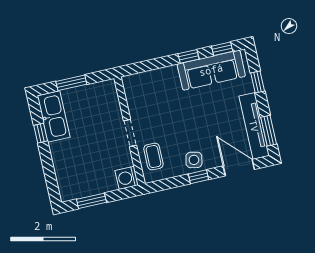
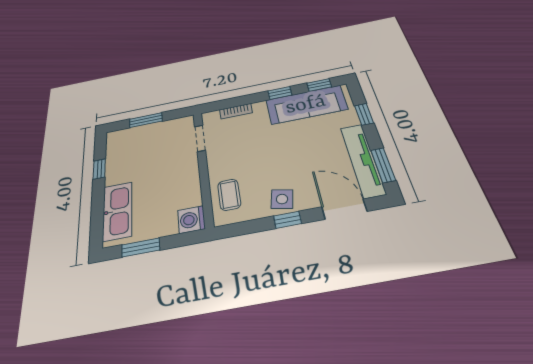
bookcase: (151, 75) -> (236, 111), added
kitchen sink: (54, 116) -> (117, 211), moved
doorway: (130, 133) -> (200, 138), moved

